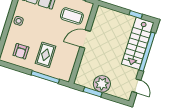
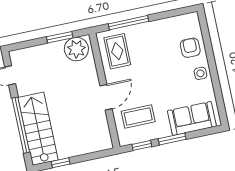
armchair: (21, 51) -> (190, 48), moved
rug: (46, 55) -> (117, 51), moved
plant: (102, 84) -> (76, 49), moved

